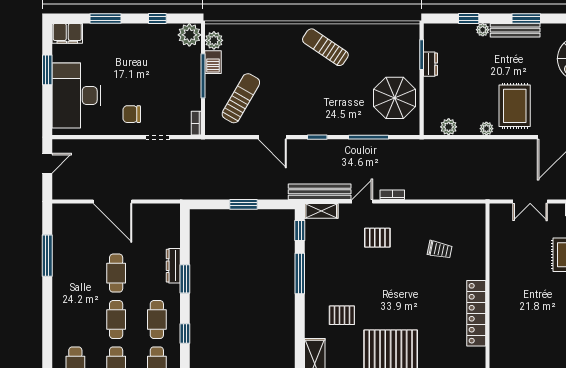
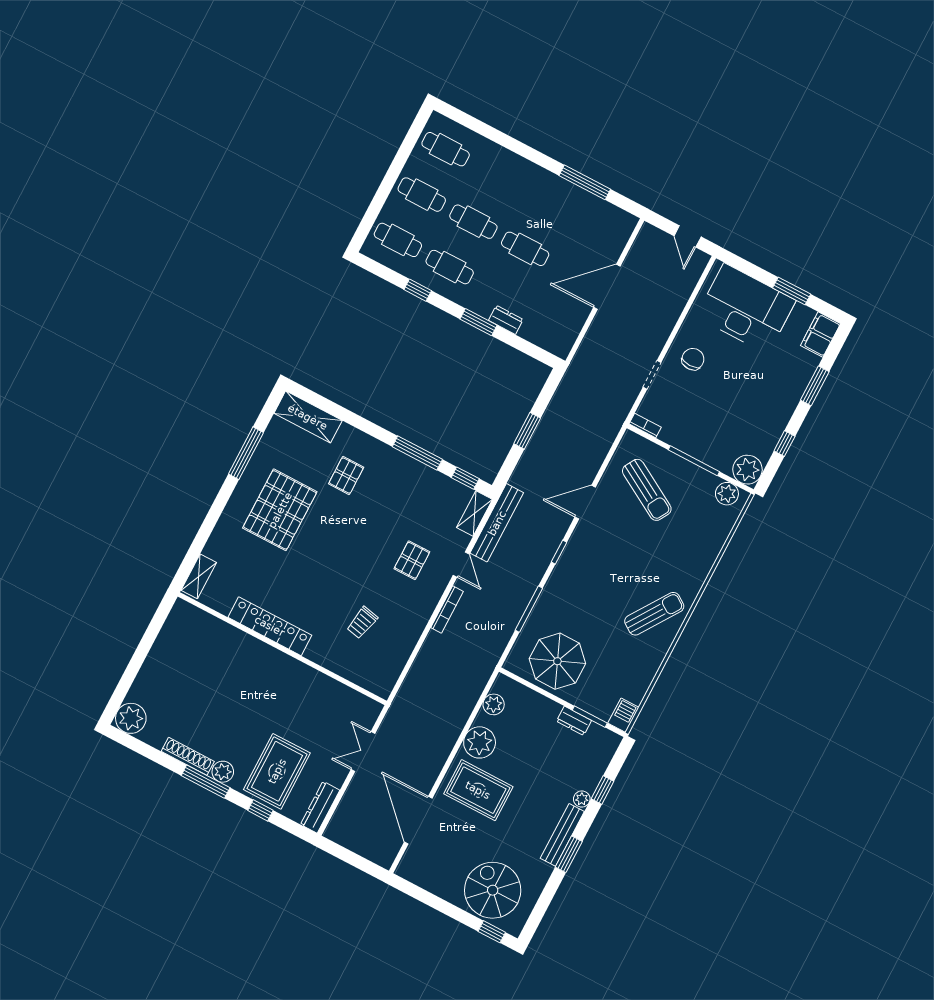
barbecue: (213, 62) -> (623, 715), moved, turned 90
plant: (486, 129) -> (480, 742), width x1.87, depth x1.87
bookcase: (392, 195) -> (447, 610), width x1.56
dresser: (173, 266) -> (506, 320), width x0.70

